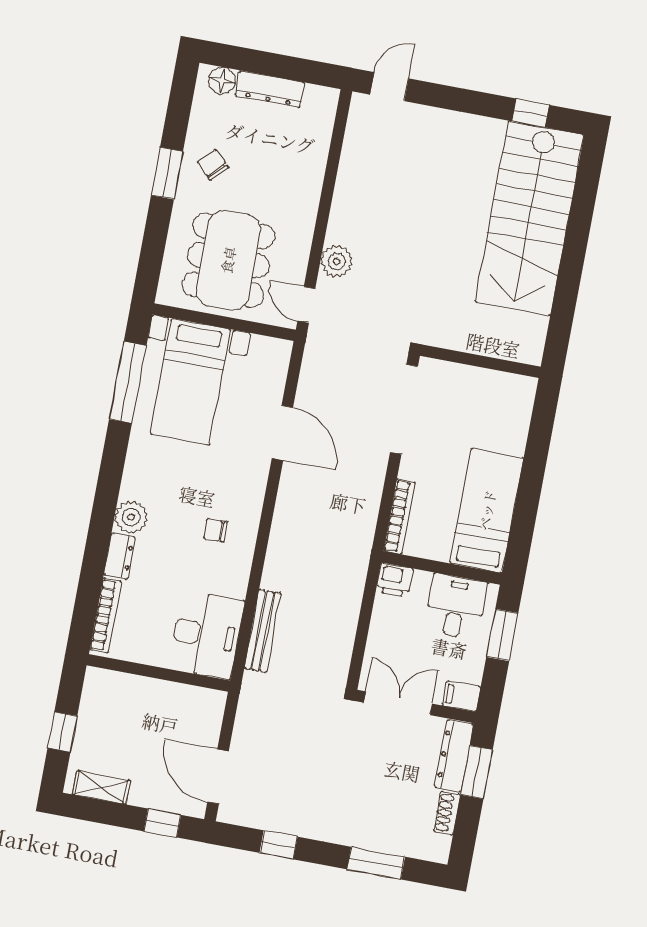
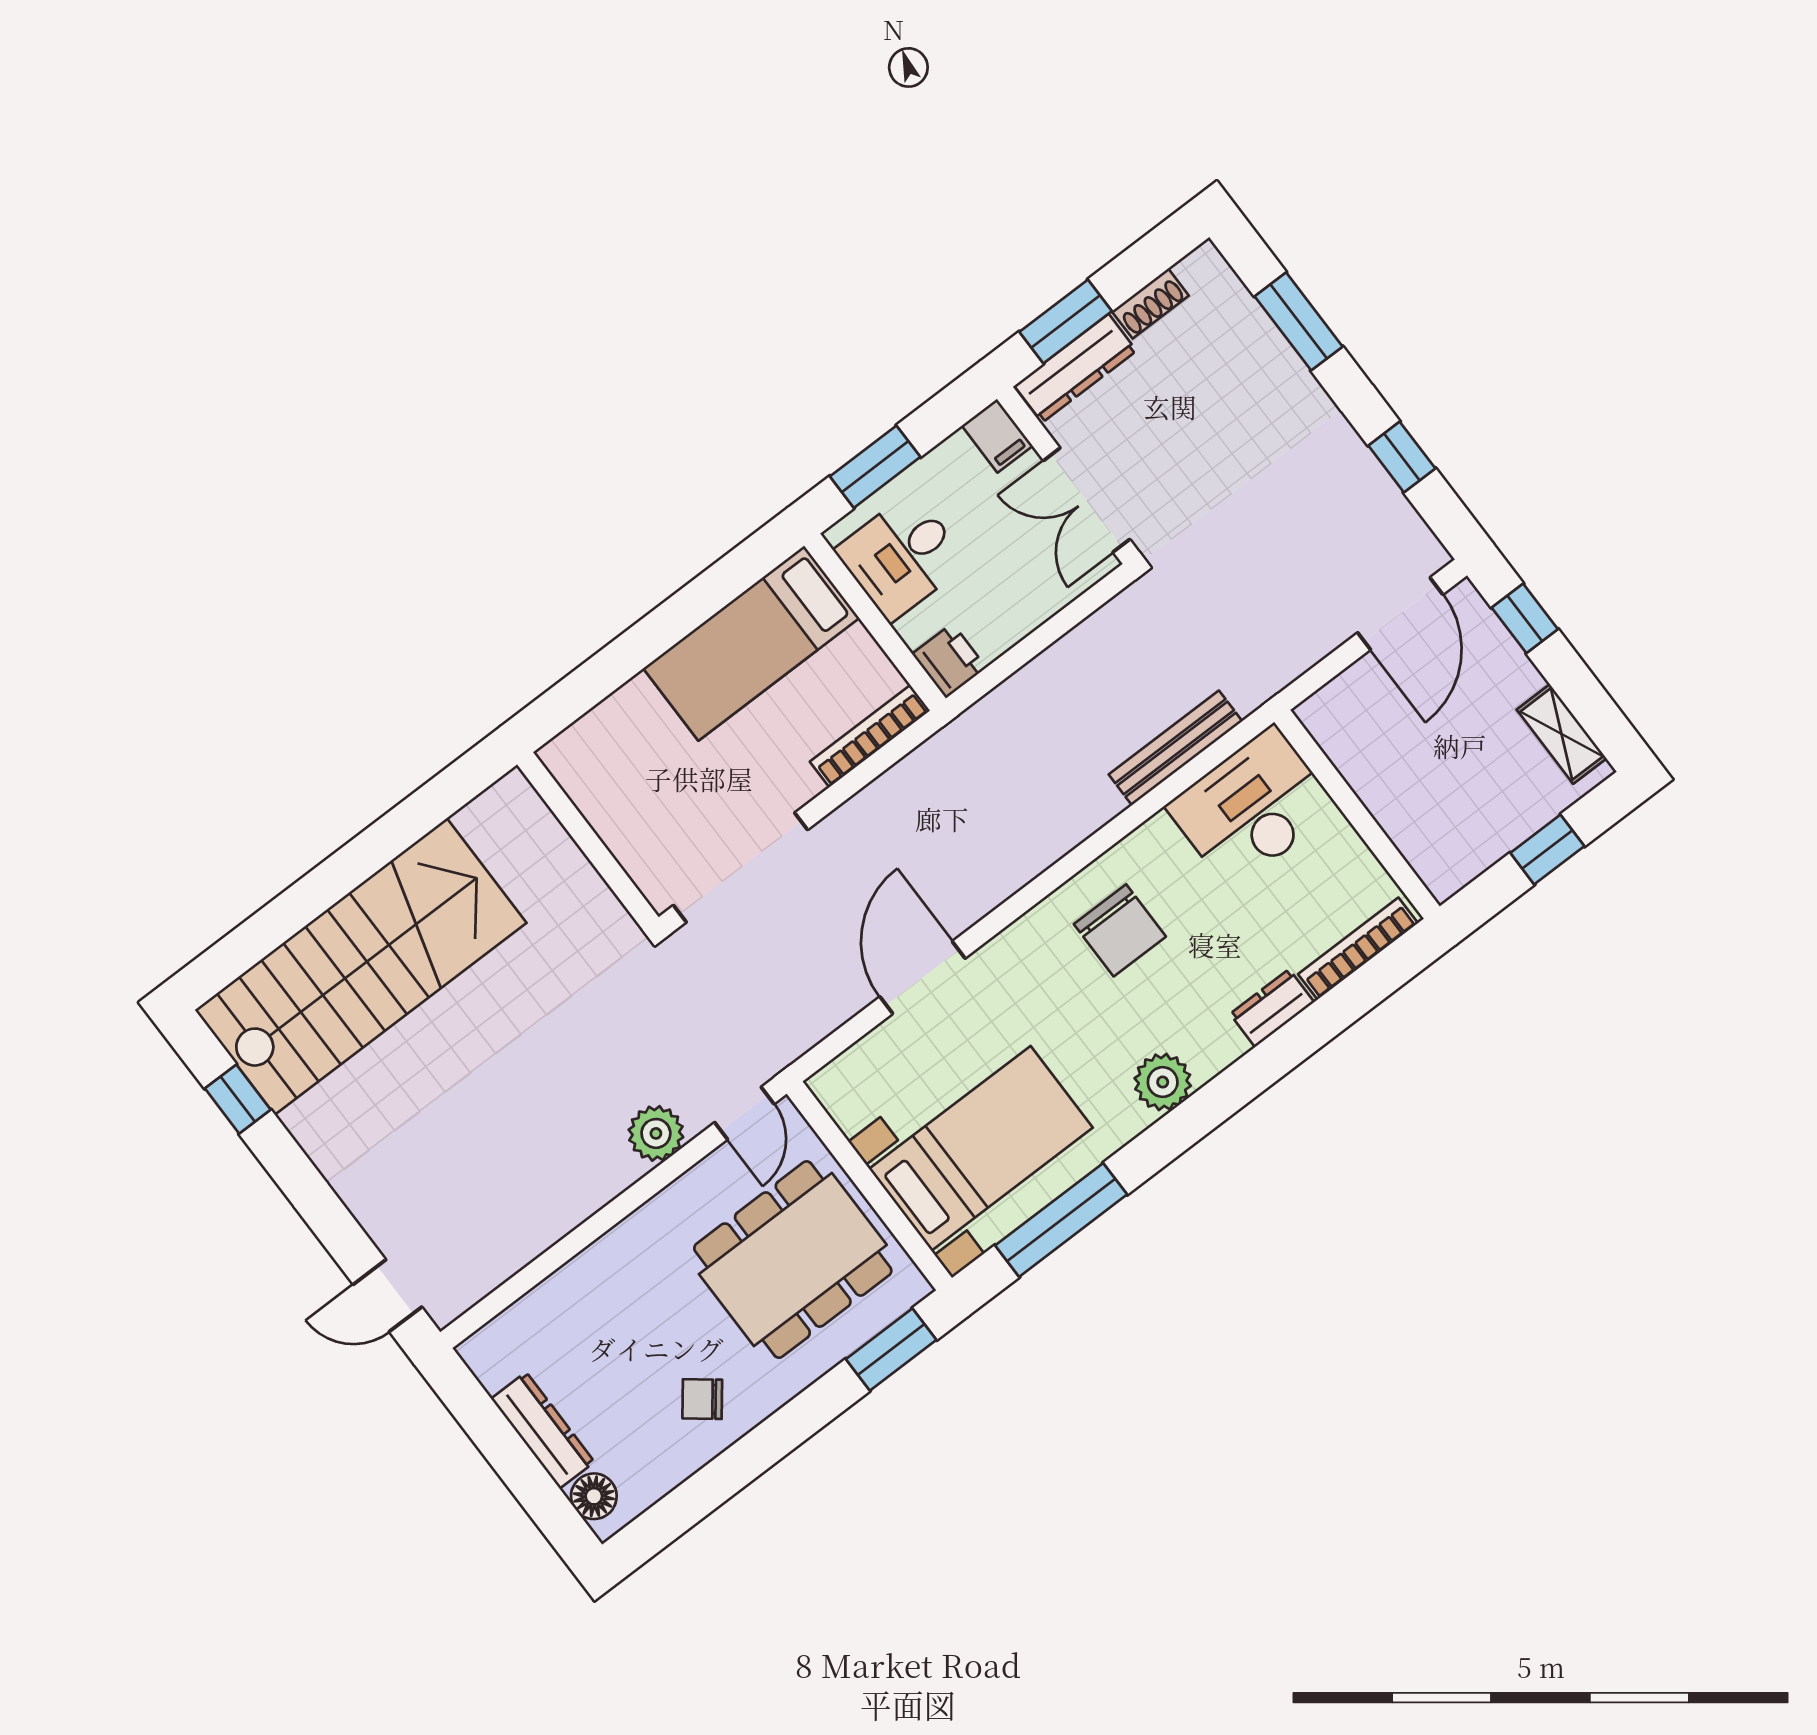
chair: (213, 165) -> (702, 1399), turned 83
window: (167, 173) -> (891, 1349), moved
plant: (131, 517) -> (1163, 1082), moved
chair: (216, 530) -> (1120, 930), width x1.87, depth x1.87

